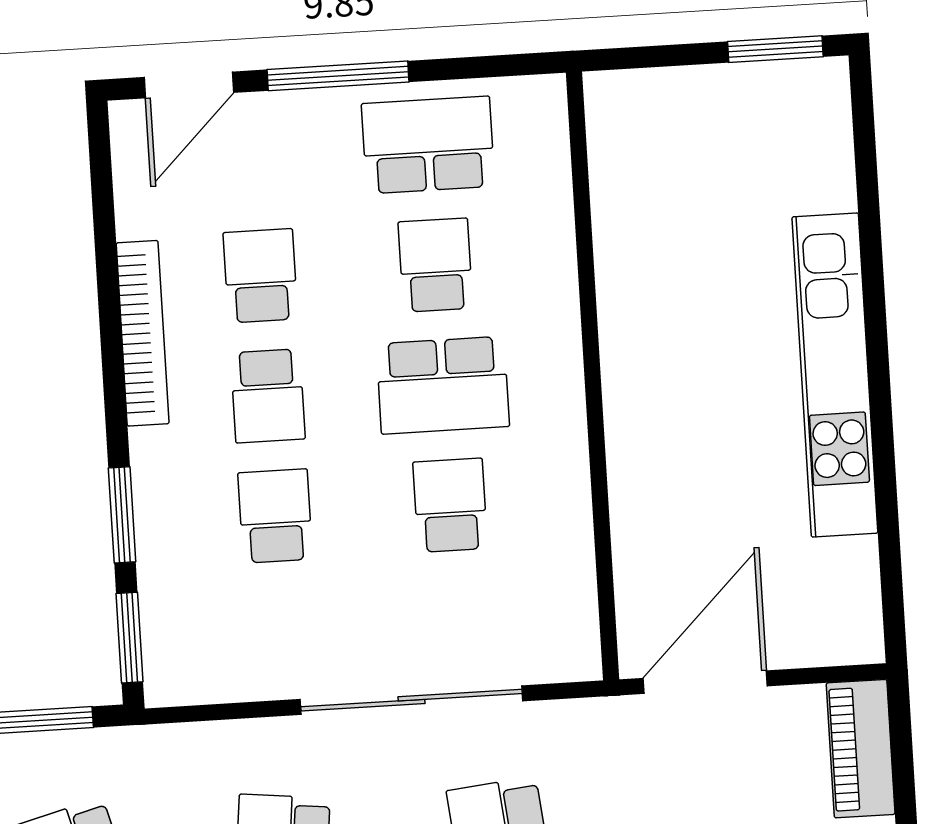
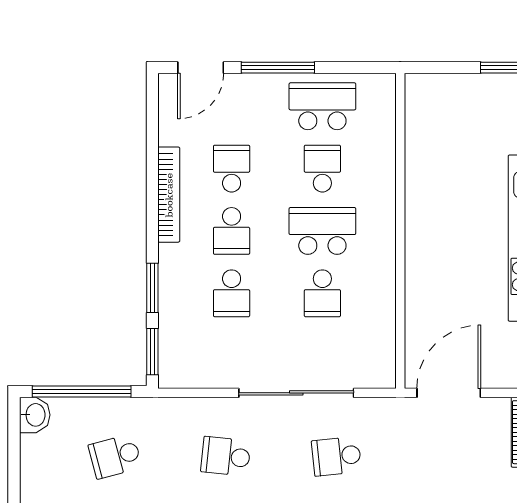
school desk: (443, 385) -> (322, 231), turned 180
school desk: (450, 505) -> (322, 293), turned 180
school desk: (275, 516) -> (232, 293), turned 180

